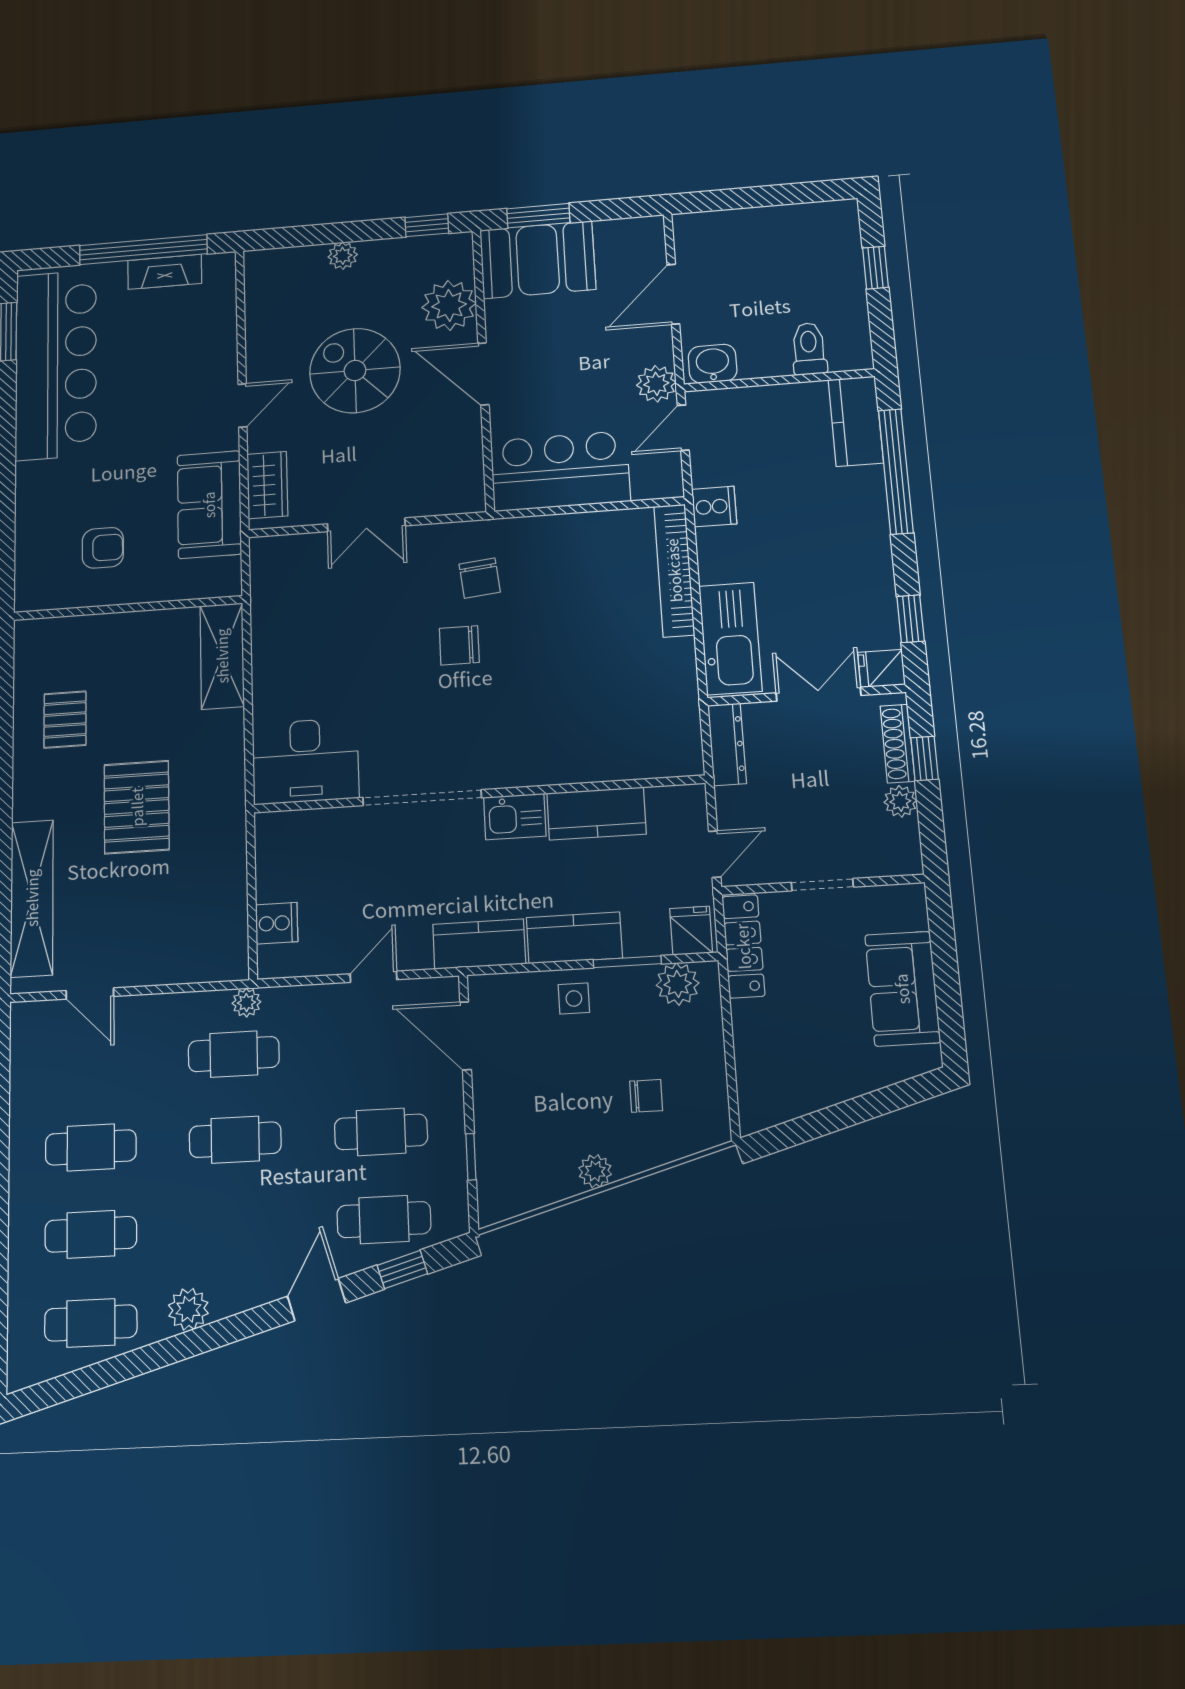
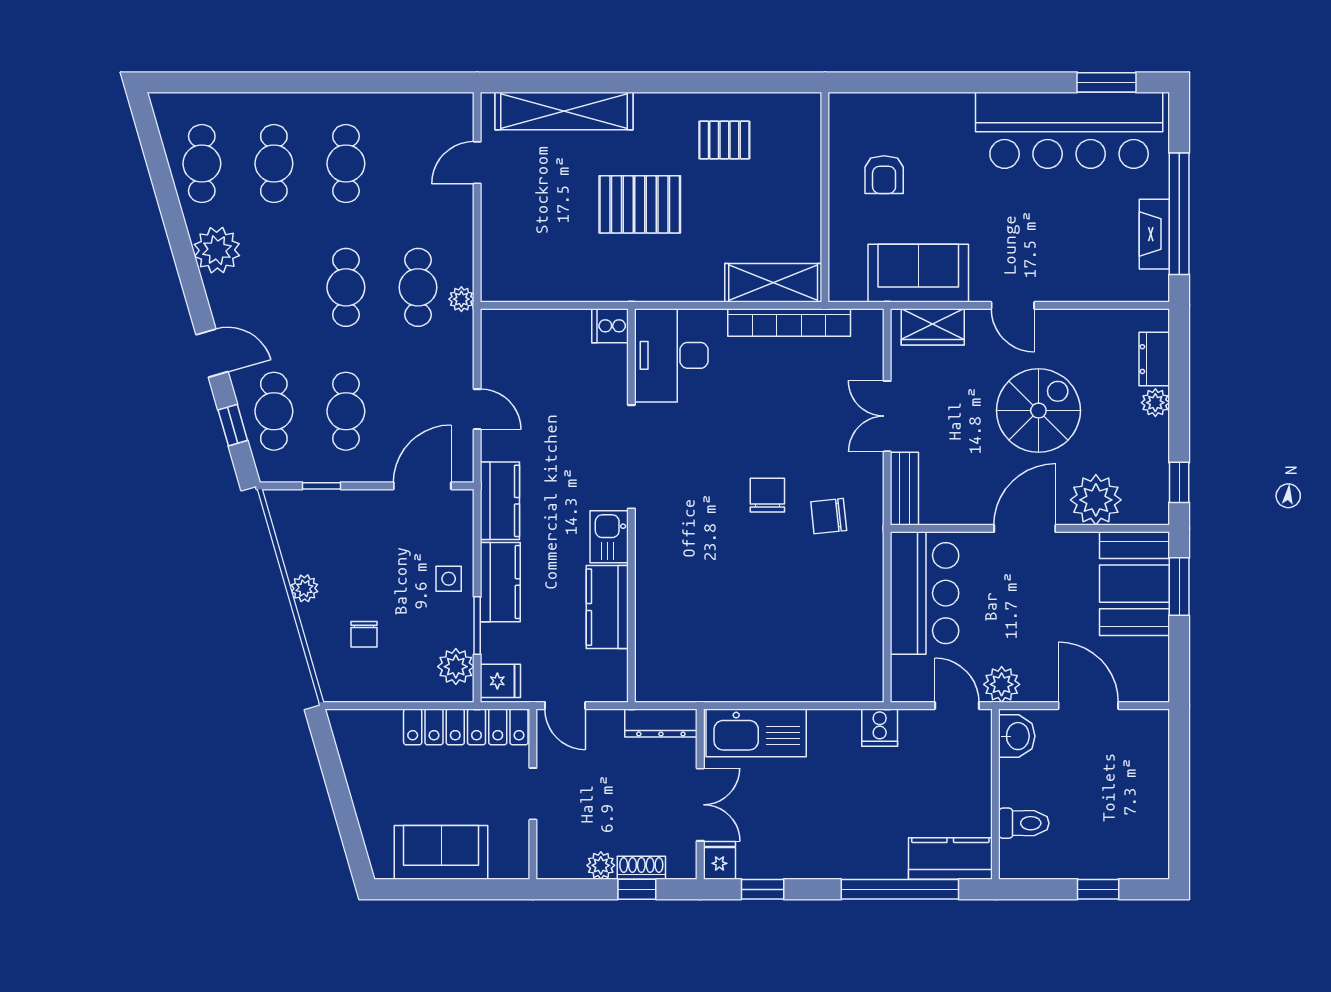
dresser: (297, 261) -> (1154, 359), added
bench: (446, 501) -> (904, 489), added
bookcase: (674, 570) -> (789, 323), moved, turned 180
shoe rack: (898, 744) -> (641, 868), width x0.70
cooker: (277, 923) -> (610, 326), moved, turned 90
locker: (743, 946) -> (466, 727), width x1.41, depth x1.21
plant: (188, 1309) -> (217, 250), width x1.36, depth x1.36

